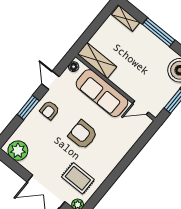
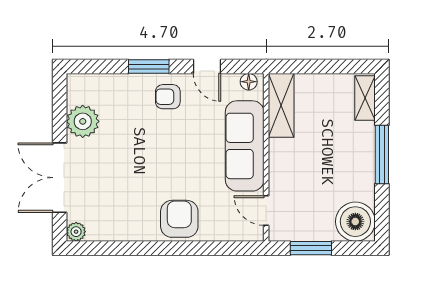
door: (50, 80) -> (207, 67), swing flipped
armchair: (83, 135) -> (179, 219), moved
plant: (18, 151) -> (83, 121), moved
rug: (78, 178) -> (110, 204), removed

